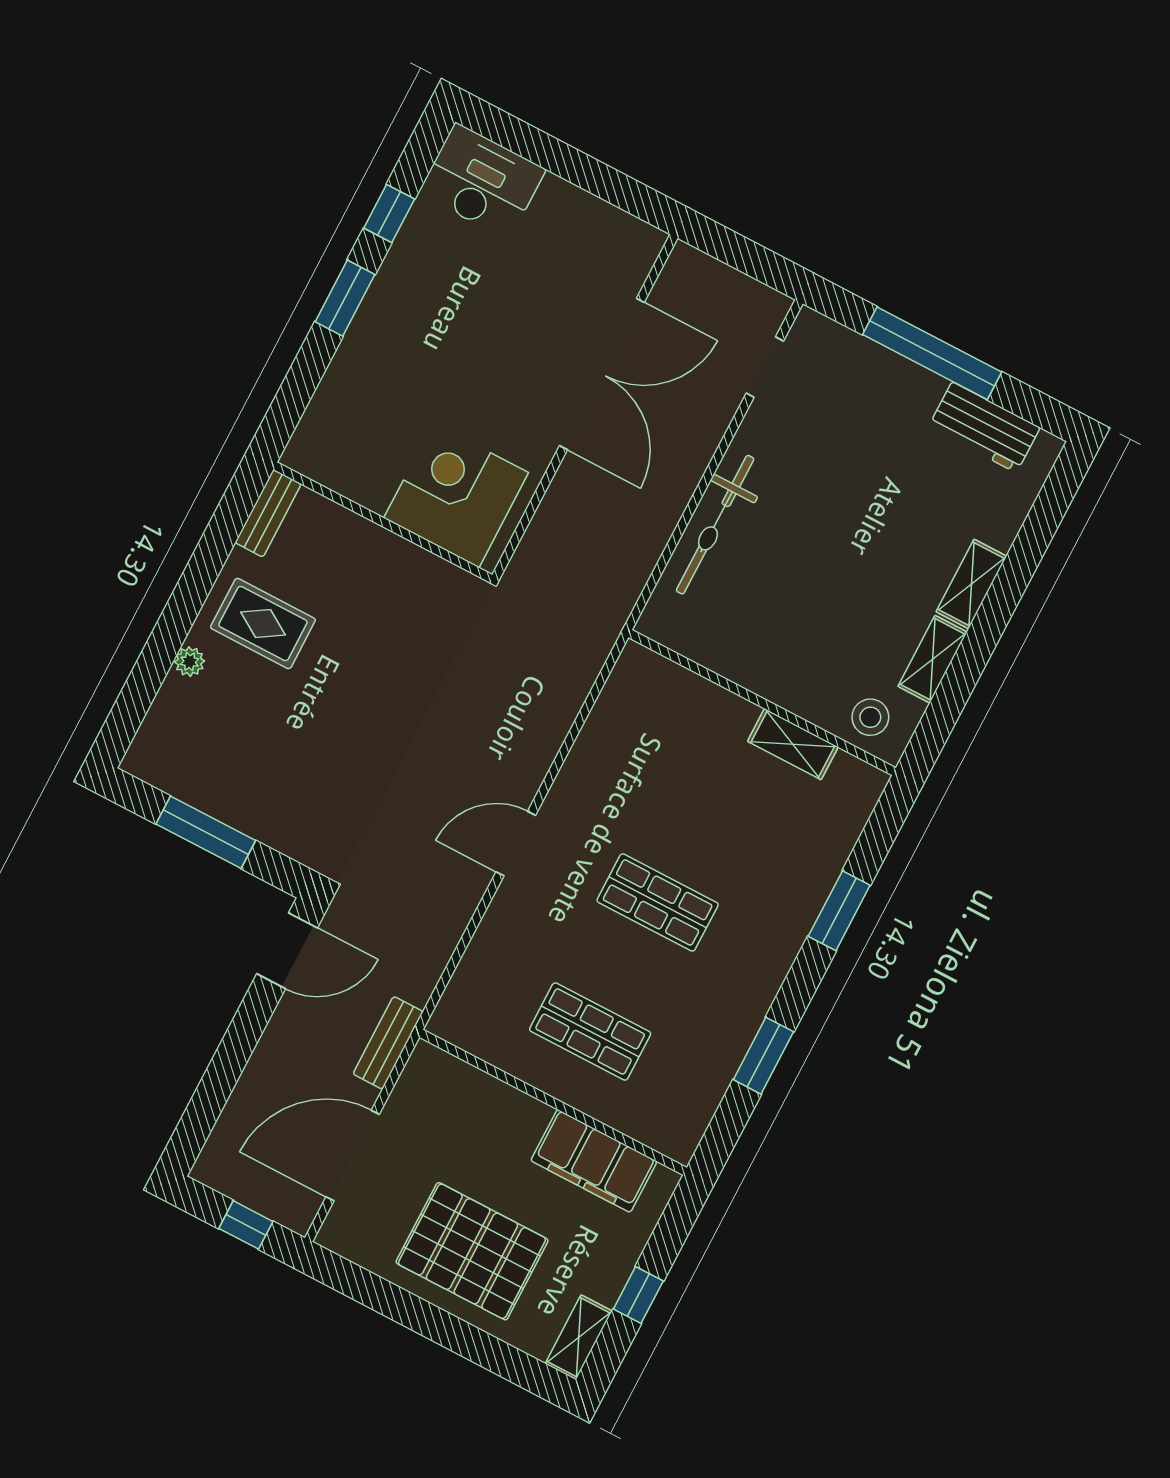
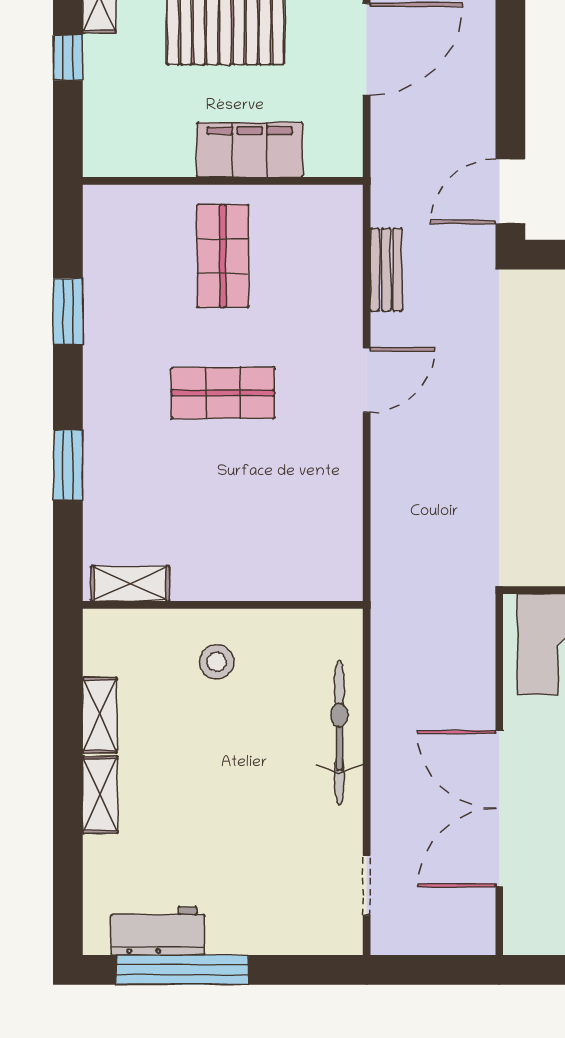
window: (932, 353) -> (182, 970), moved
stool: (870, 717) -> (217, 662), moved
shelving: (793, 744) -> (130, 584), moved
shop shelf: (590, 1031) -> (223, 256), turned 90
bench: (388, 1043) -> (386, 270), moved
filing cabinet: (594, 1161) -> (250, 150), moved

